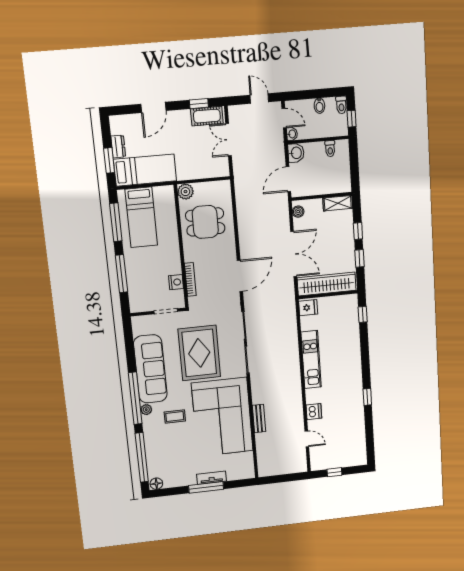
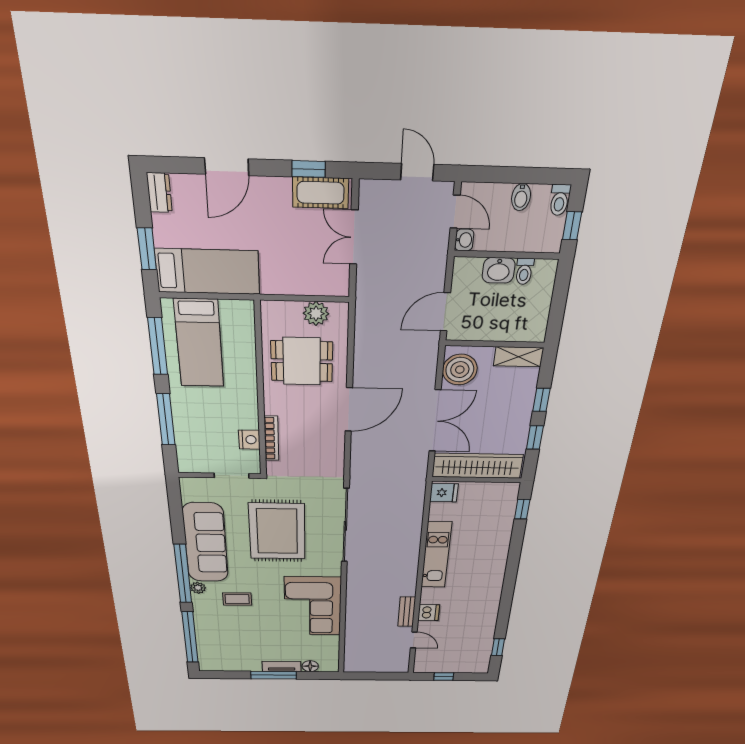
dresser: (118, 146) -> (159, 193), moved
washbasin: (296, 153) -> (499, 270), moved, turned 90
plant: (185, 192) -> (316, 313), moved
boiler: (298, 212) -> (460, 370), width x1.86, depth x1.86
door: (240, 276) -> (349, 410), moved
window: (367, 397) -> (498, 647), moved
corner sofa: (222, 417) -> (313, 606), width x0.73, depth x0.74
bench: (259, 418) -> (407, 612), moved
floor lamp: (156, 484) -> (310, 666), moved

